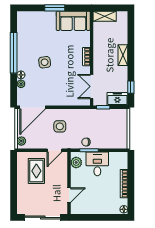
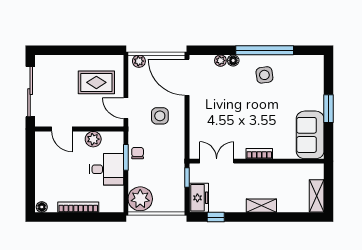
shelving: (105, 16) -> (317, 196), moved
side table: (45, 62) -> (264, 75), moved
plant: (118, 140) -> (140, 199), added
plant: (76, 162) -> (93, 139), moved

